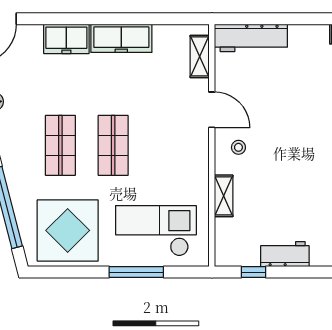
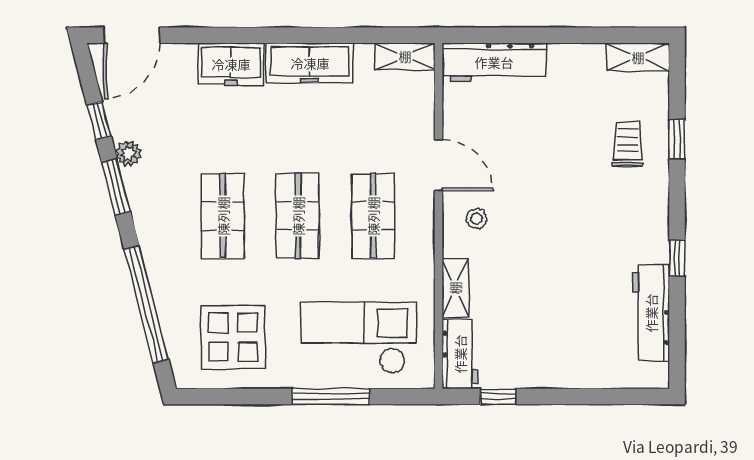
shelving: (200, 56) -> (405, 56), moved, turned 90
shop shelf: (166, 145) -> (373, 216), added
display table: (68, 230) -> (233, 337), width x0.73, depth x0.73
workbench: (285, 254) -> (460, 354), moved, turned 90

